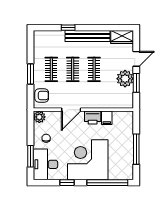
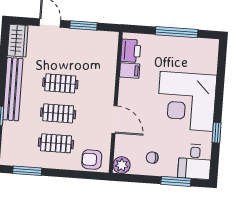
window: (30, 74) -> (27, 171), moved
plant: (125, 79) -> (76, 41), removed
armchair: (42, 96) -> (92, 160), turned -90
printer: (93, 118) -> (131, 51), moved
desk: (45, 164) -> (195, 162), width x0.73
window: (107, 183) -> (221, 76), removed

